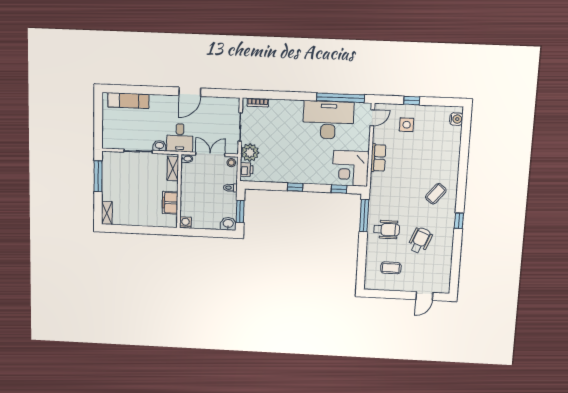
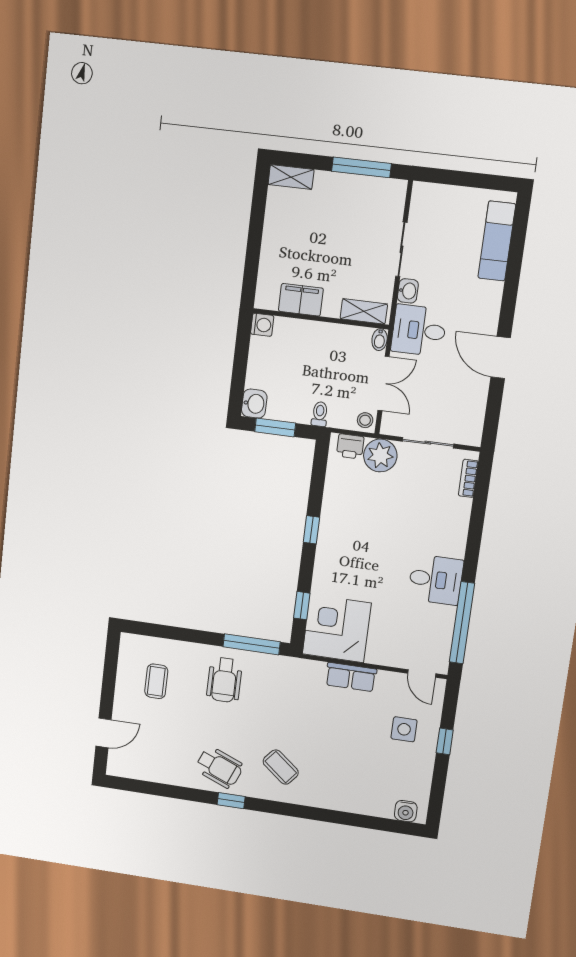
desk: (328, 120) -> (436, 580), width x0.53, depth x0.77
wheelchair: (420, 240) -> (219, 767), moved
door: (424, 296) -> (103, 733), swing flipped

